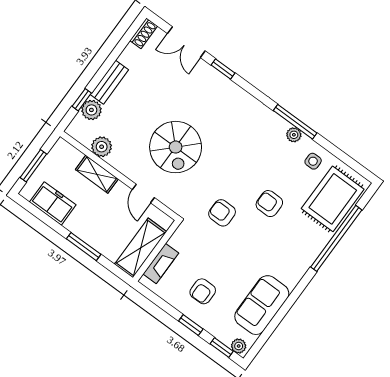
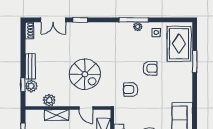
armchair: (269, 204) -> (150, 68), turned 180
window: (336, 238) -> (195, 62), width x0.47

